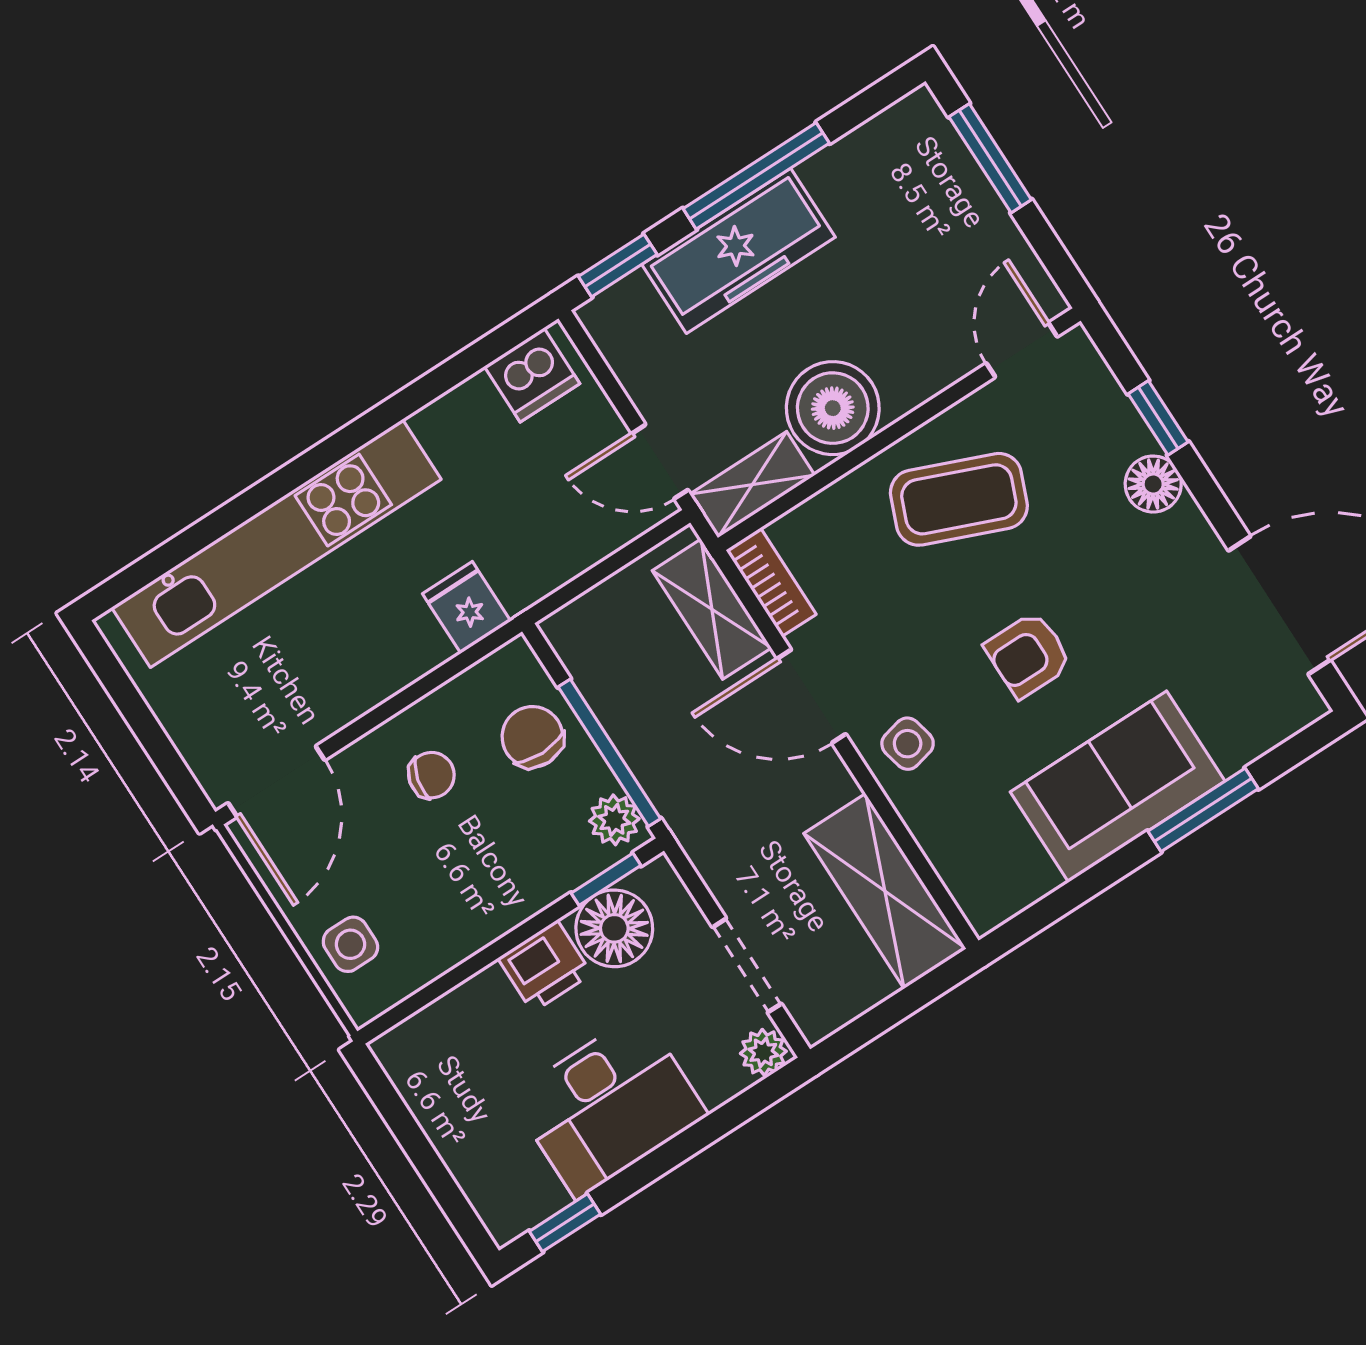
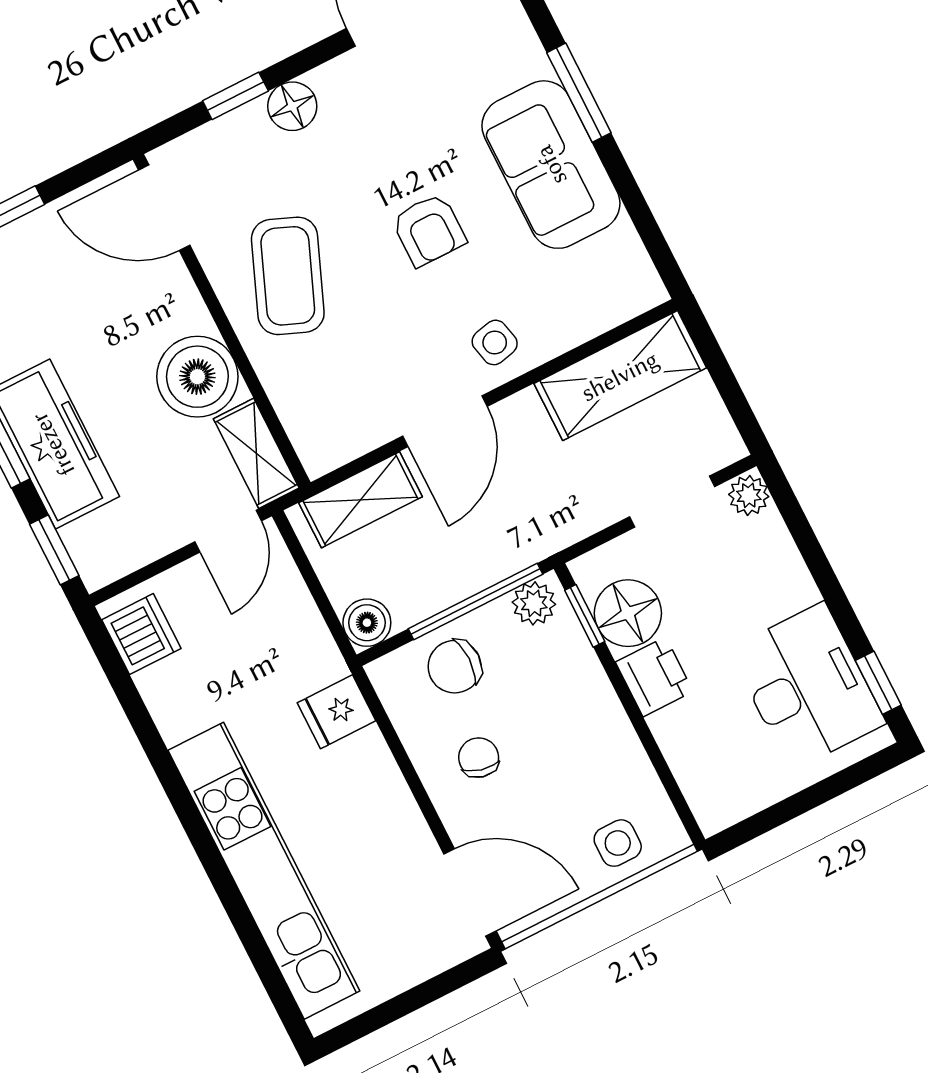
door: (1022, 350) -> (164, 208), width x1.37
bookcase: (771, 582) -> (342, 446), removed
boiler: (572, 631) -> (367, 623), added
desk: (609, 1106) -> (807, 686), moved

